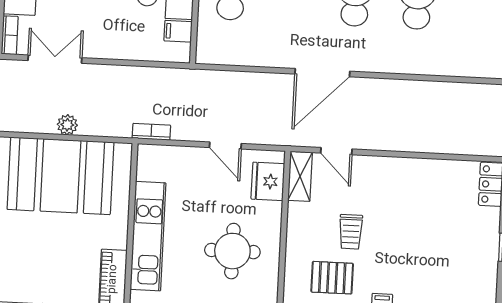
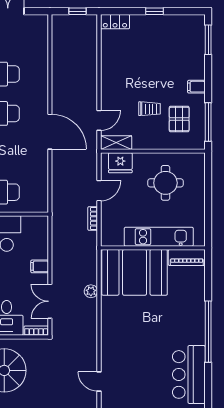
filing cabinet: (178, 31) -> (40, 266), moved, turned 90
bookcase: (151, 132) -> (93, 219), moved
booth: (60, 176) -> (135, 272), moved, turned 90

